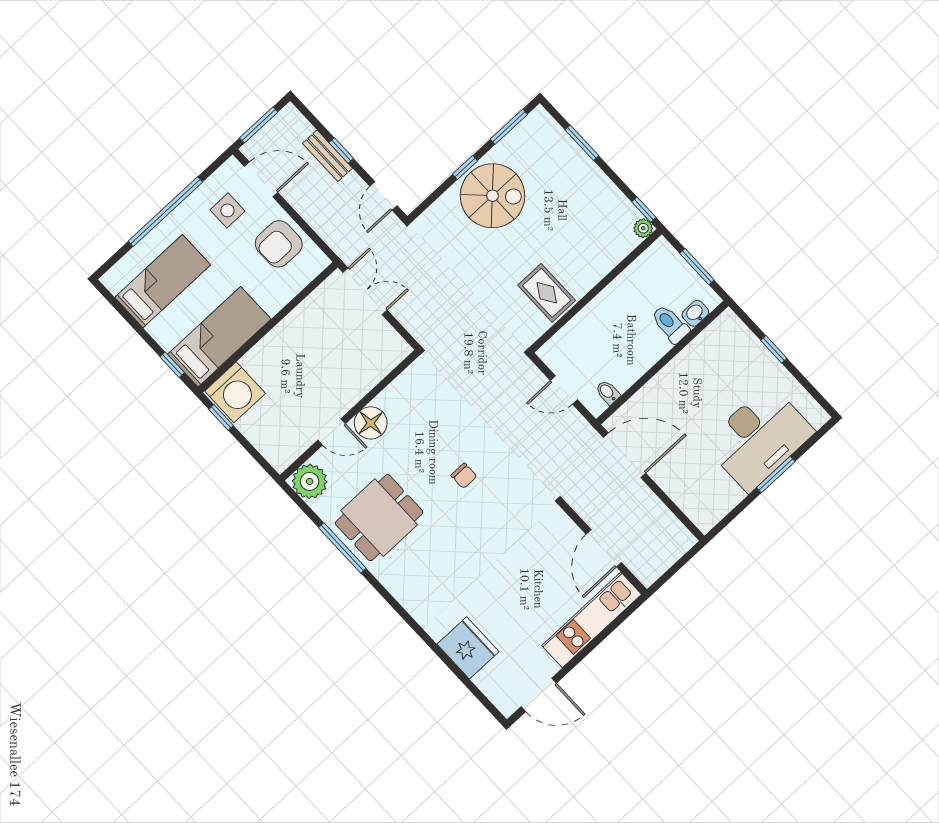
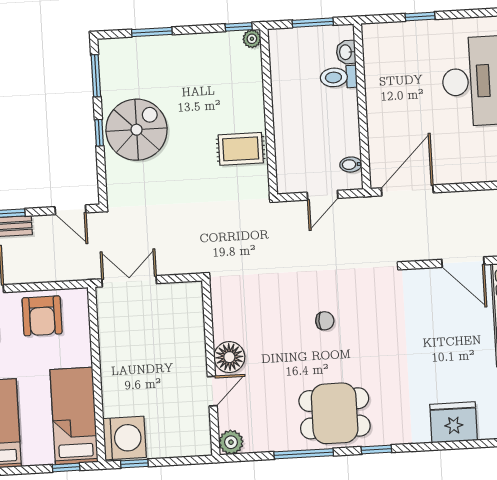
plant: (310, 481) -> (231, 442), width x0.73, depth x0.73
dining table: (379, 518) -> (335, 413), moved, turned 90
window: (394, 604) -> (376, 450), added

